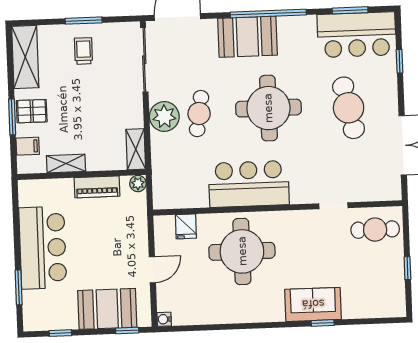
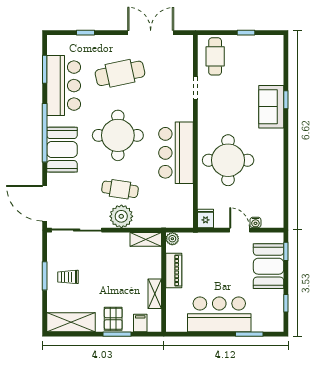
bar counter: (357, 35) -> (64, 86), moved
fridge: (186, 226) -> (206, 218), moved, turned -90
water cooler: (164, 319) -> (255, 222), moved

